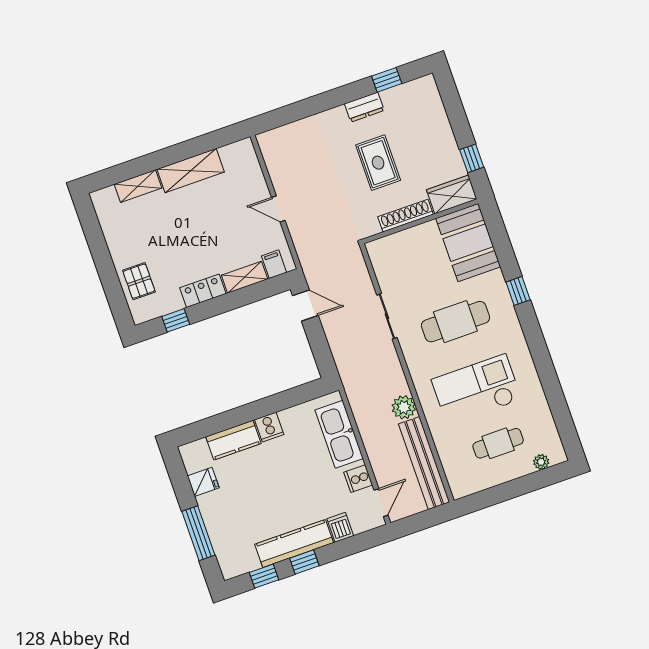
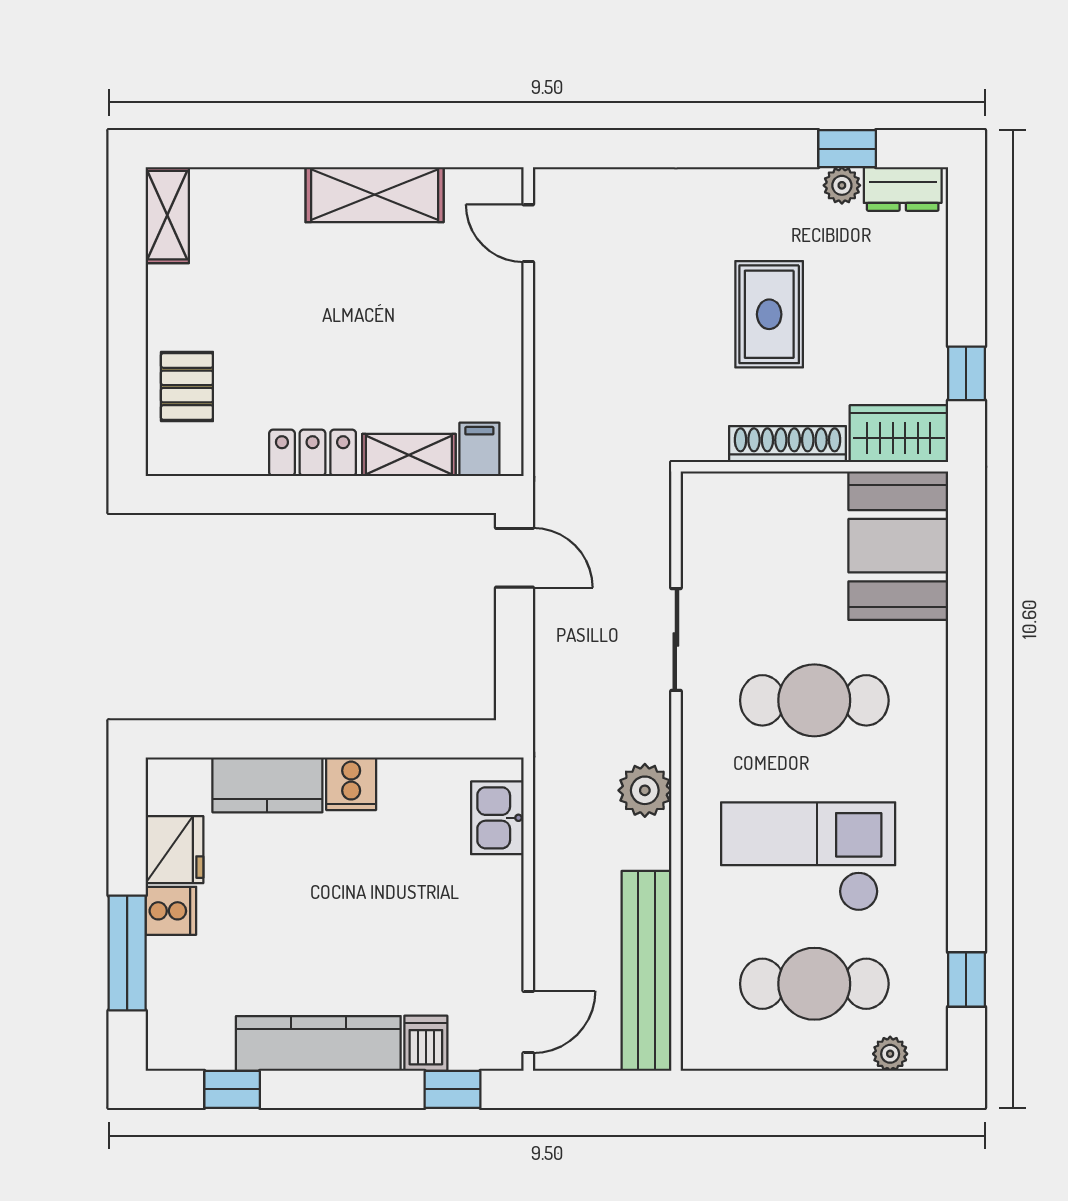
plant: (390, 96) -> (842, 185), added
dresser: (364, 107) -> (903, 189), moved
shelving: (138, 186) -> (167, 215), moved, turned 90
door: (278, 209) -> (528, 233), moved
window: (518, 291) -> (966, 980), moved
window: (176, 320) -> (235, 494), removed
plant: (404, 407) -> (645, 790), moved
kitchen sink: (339, 434) -> (497, 818), width x0.53, depth x0.81
cafe table: (498, 443) -> (814, 984), width x1.37, depth x1.35
cooker: (358, 479) -> (171, 911), moved, turned 180
fridge: (203, 482) -> (174, 850), width x1.38
window: (304, 562) -> (452, 1089), moved

